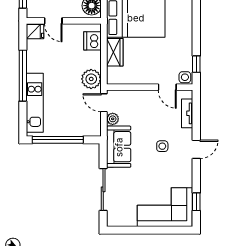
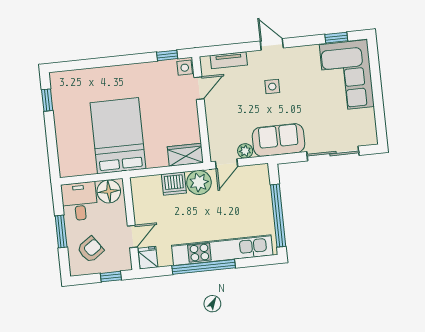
dishwasher: (92, 41) -> (174, 184), moved
wardrobe: (115, 52) -> (185, 155), moved
kitchen unit: (35, 103) -> (222, 250), width x1.36

